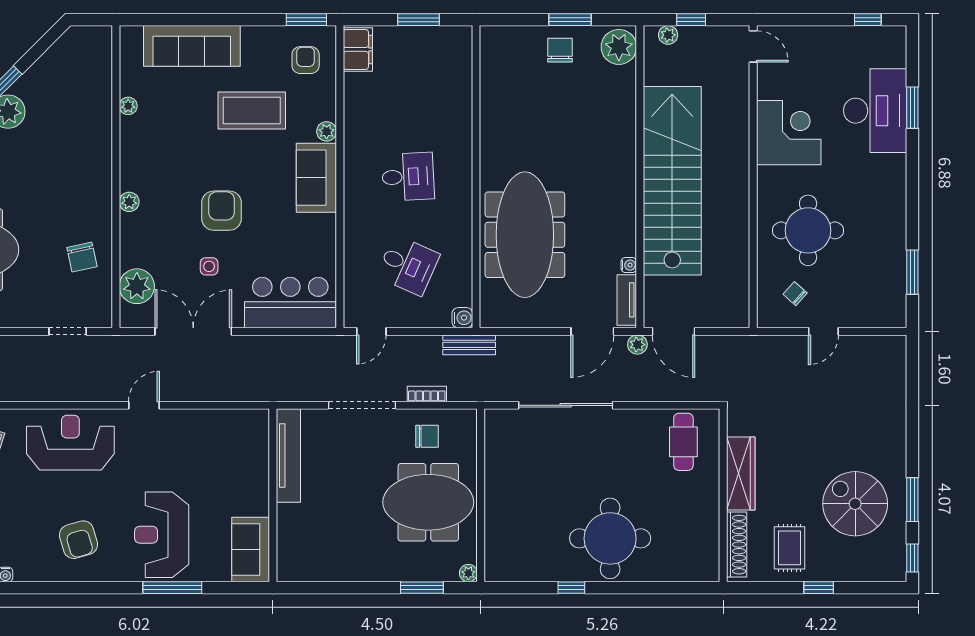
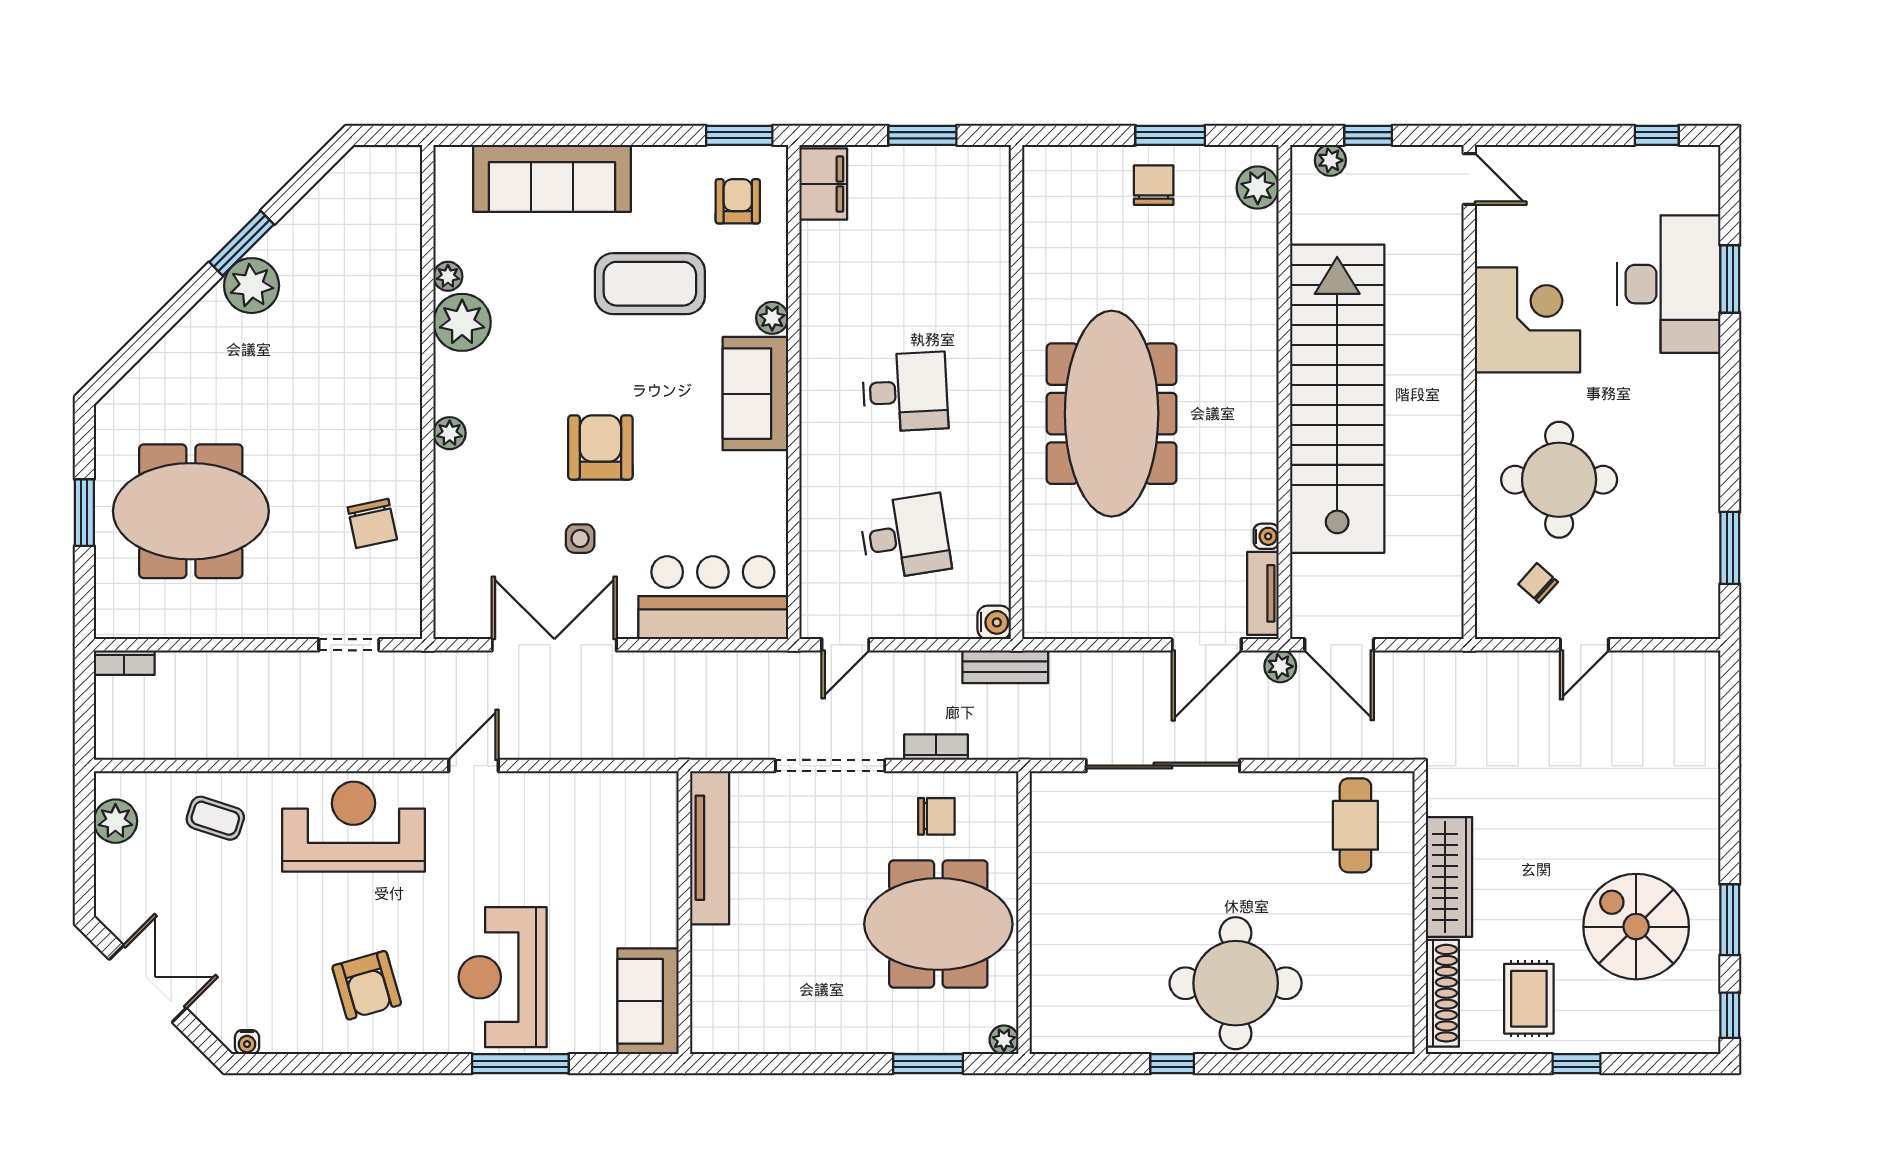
plant: (619, 47) -> (1258, 188), width x0.73, depth x0.73
meeting table: (525, 235) -> (1112, 414), moved
desk: (408, 265) -> (905, 537), turned -33
plant: (137, 286) -> (462, 322), moved

